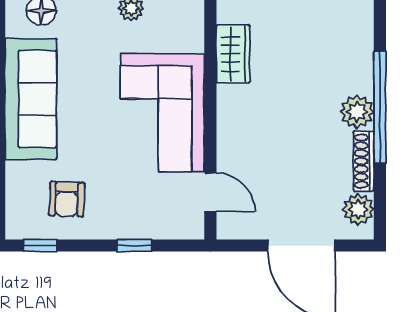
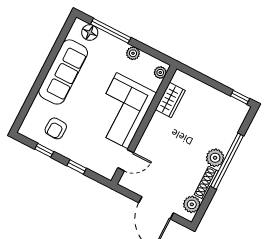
plant: (193, 17) -> (160, 72), added
door: (210, 192) -> (126, 160), hinge flipped
window: (40, 246) -> (44, 150), moved

